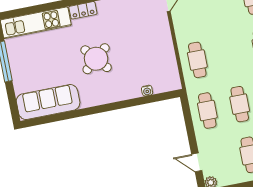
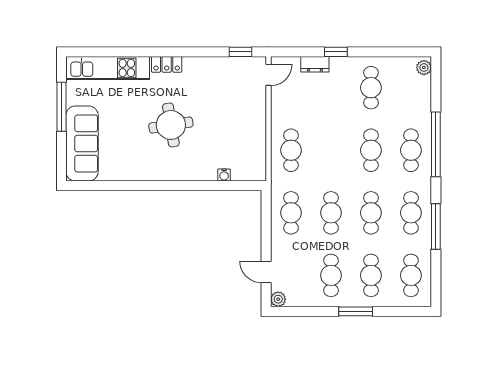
round table: (96, 59) -> (171, 125), turned 31
sofa: (48, 102) -> (82, 143), moved, turned 90

